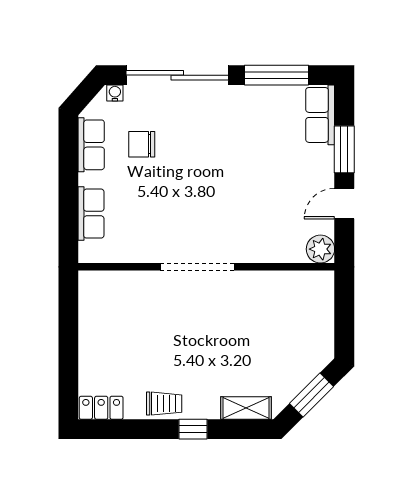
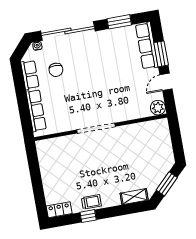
window: (276, 75) -> (119, 22), width x0.69
row of seats: (320, 115) -> (147, 46), width x1.48
chair: (142, 144) -> (56, 70), turned -90
row of seats: (91, 214) -> (36, 110), width x1.48
window: (193, 429) -> (88, 216), moved

